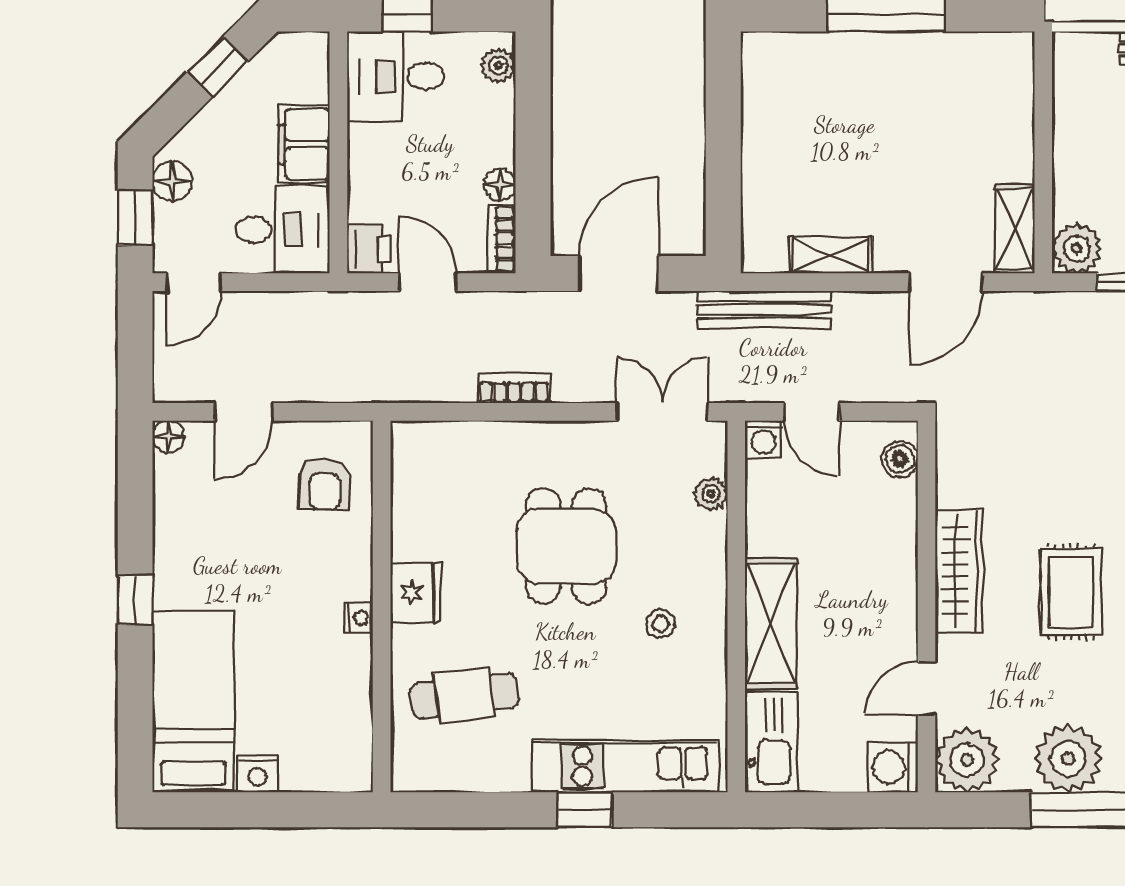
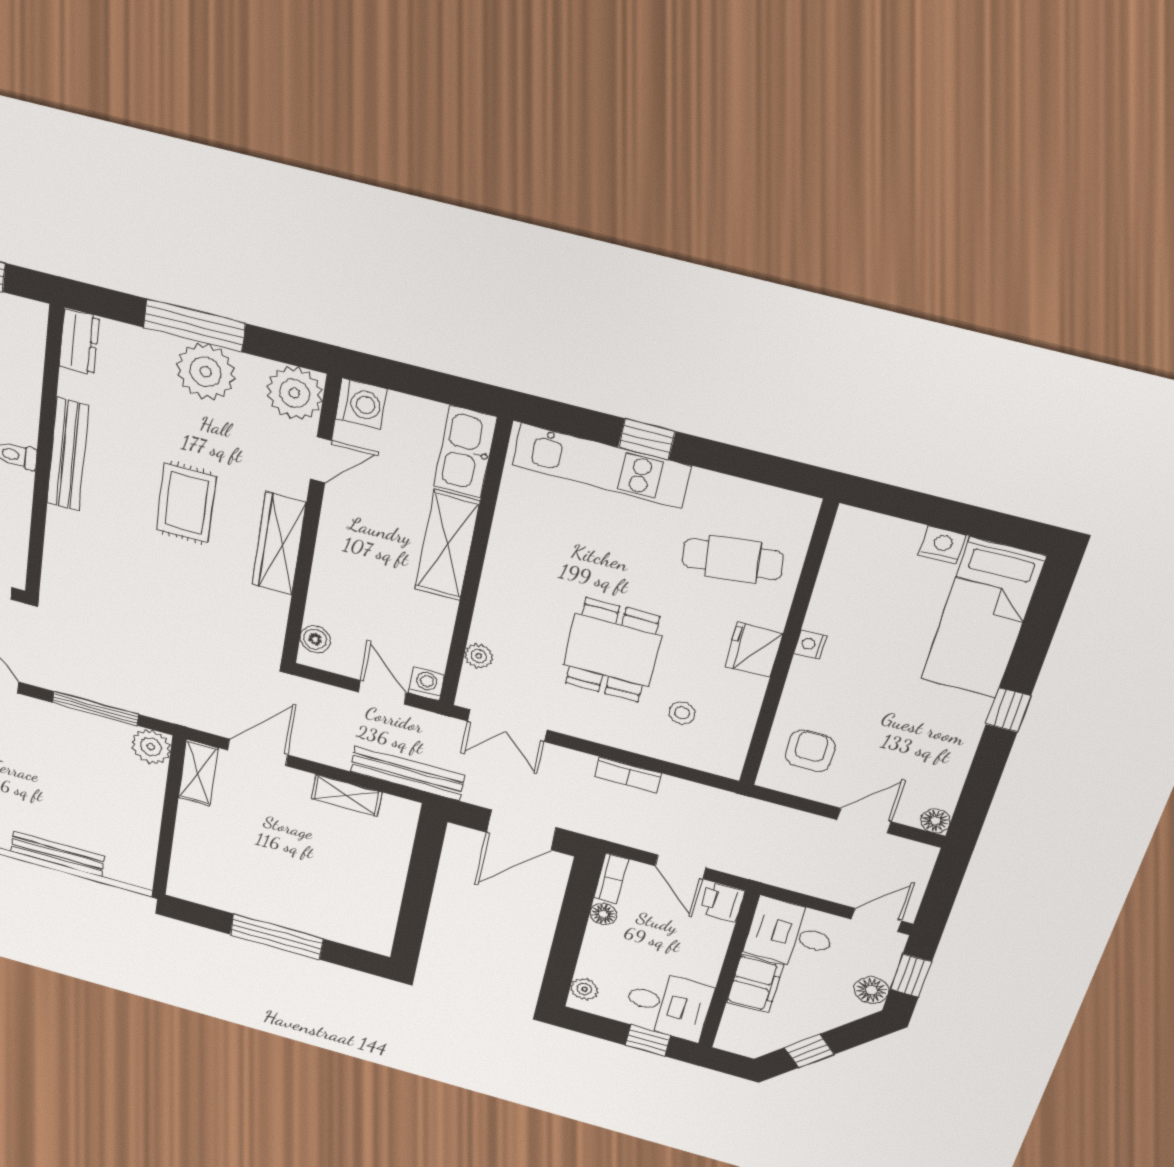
stool: (660, 624) -> (682, 713), moved

